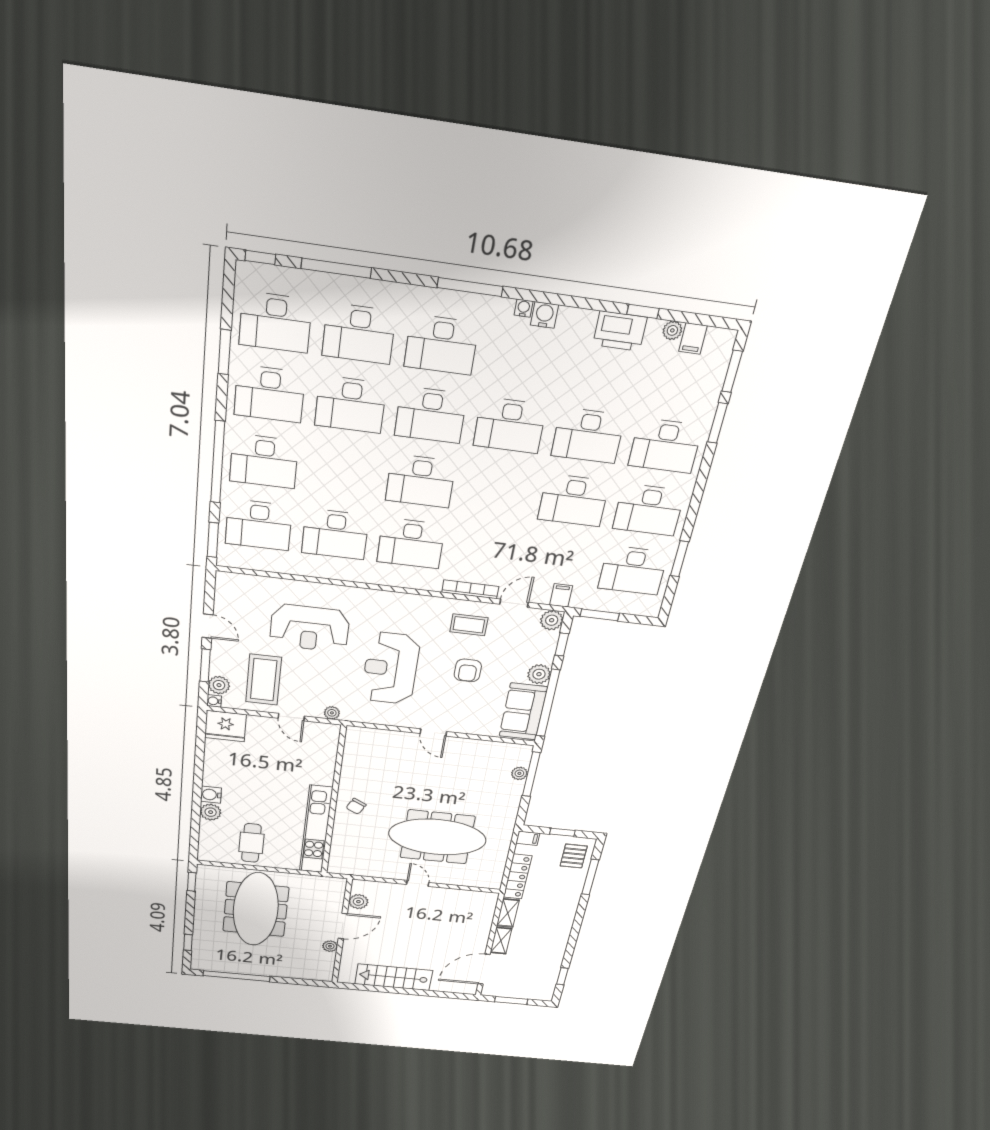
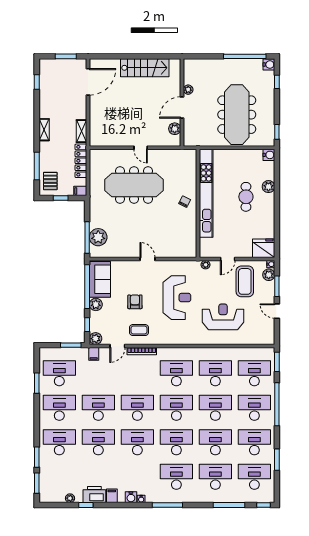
filing cabinet: (693, 339) -> (112, 496), moved
desk: (343, 471) -> (215, 408), added
desk: (497, 491) -> (137, 408), added
door: (291, 717) -> (228, 259), swing flipped
plant: (519, 773) -> (98, 237), width x1.87, depth x1.87
water cooler: (211, 795) -> (269, 155), moved
kitchen unit: (316, 830) -> (206, 193), width x1.36
cafe table: (251, 843) -> (246, 197), moved
shelving: (501, 941) -> (44, 130), moved
water cooler: (199, 964) -> (269, 65), added

